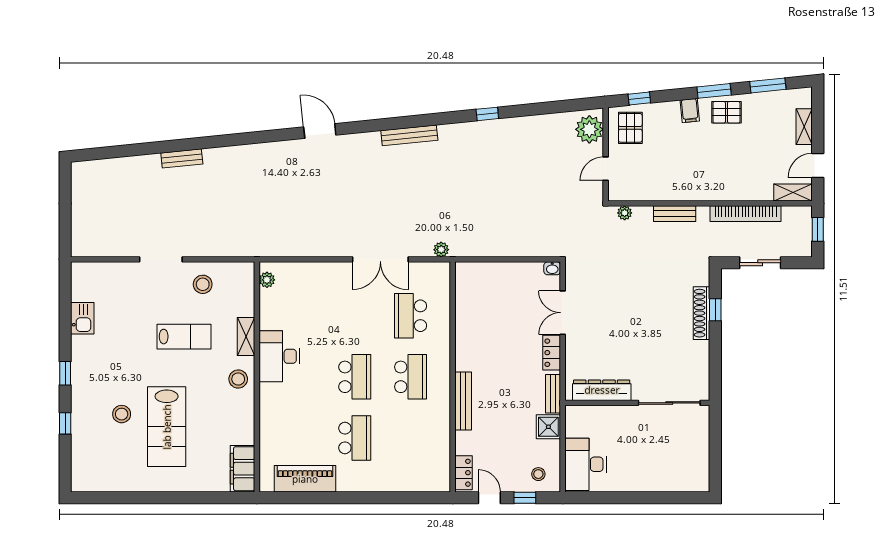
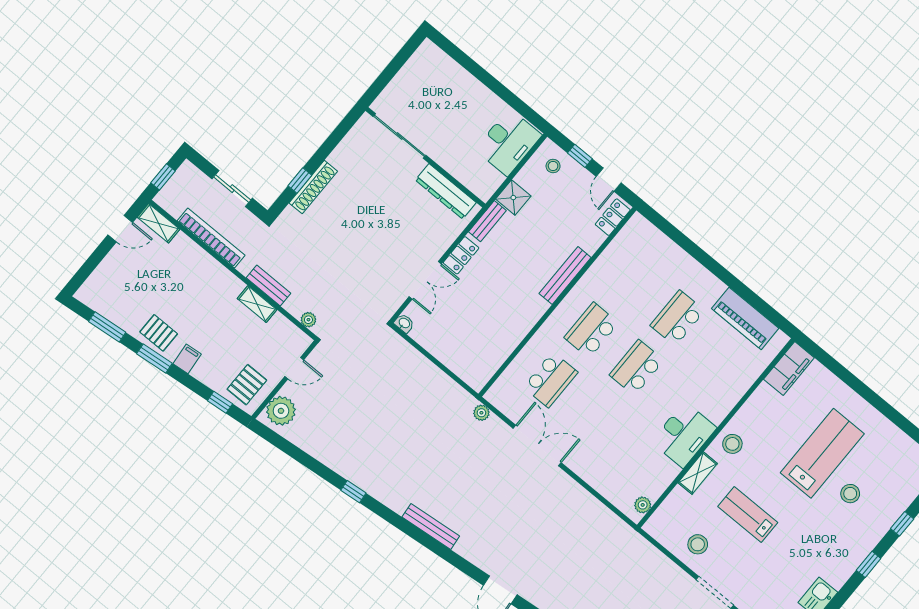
shelving: (804, 127) -> (257, 304), moved, turned 90

